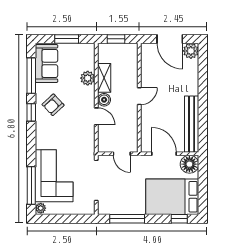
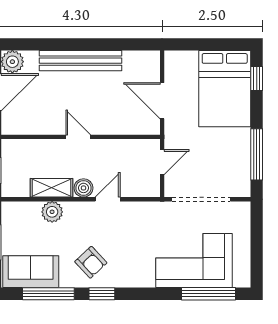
bench: (192, 124) -> (81, 61), moved
door: (164, 154) -> (162, 101), hinge flipped
floor lamp: (189, 164) -> (177, 64), removed
plant: (41, 208) -> (241, 280), removed

